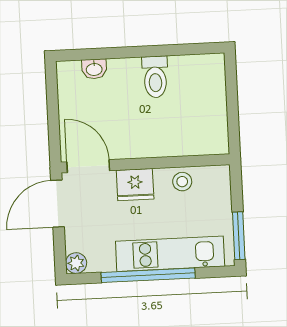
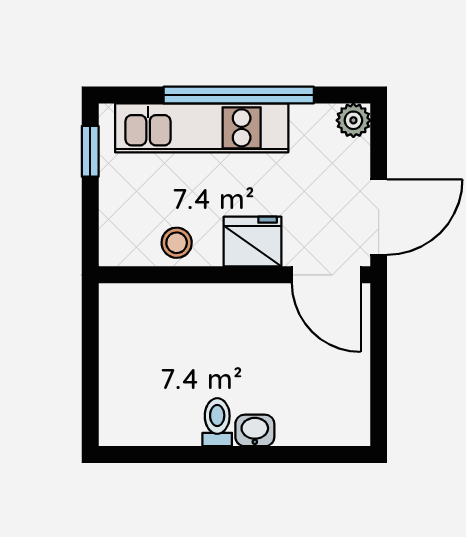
washbasin: (94, 69) -> (255, 430), moved
toilet: (155, 77) -> (217, 422), width x0.73, depth x0.72
window: (239, 236) -> (90, 151), width x0.67

